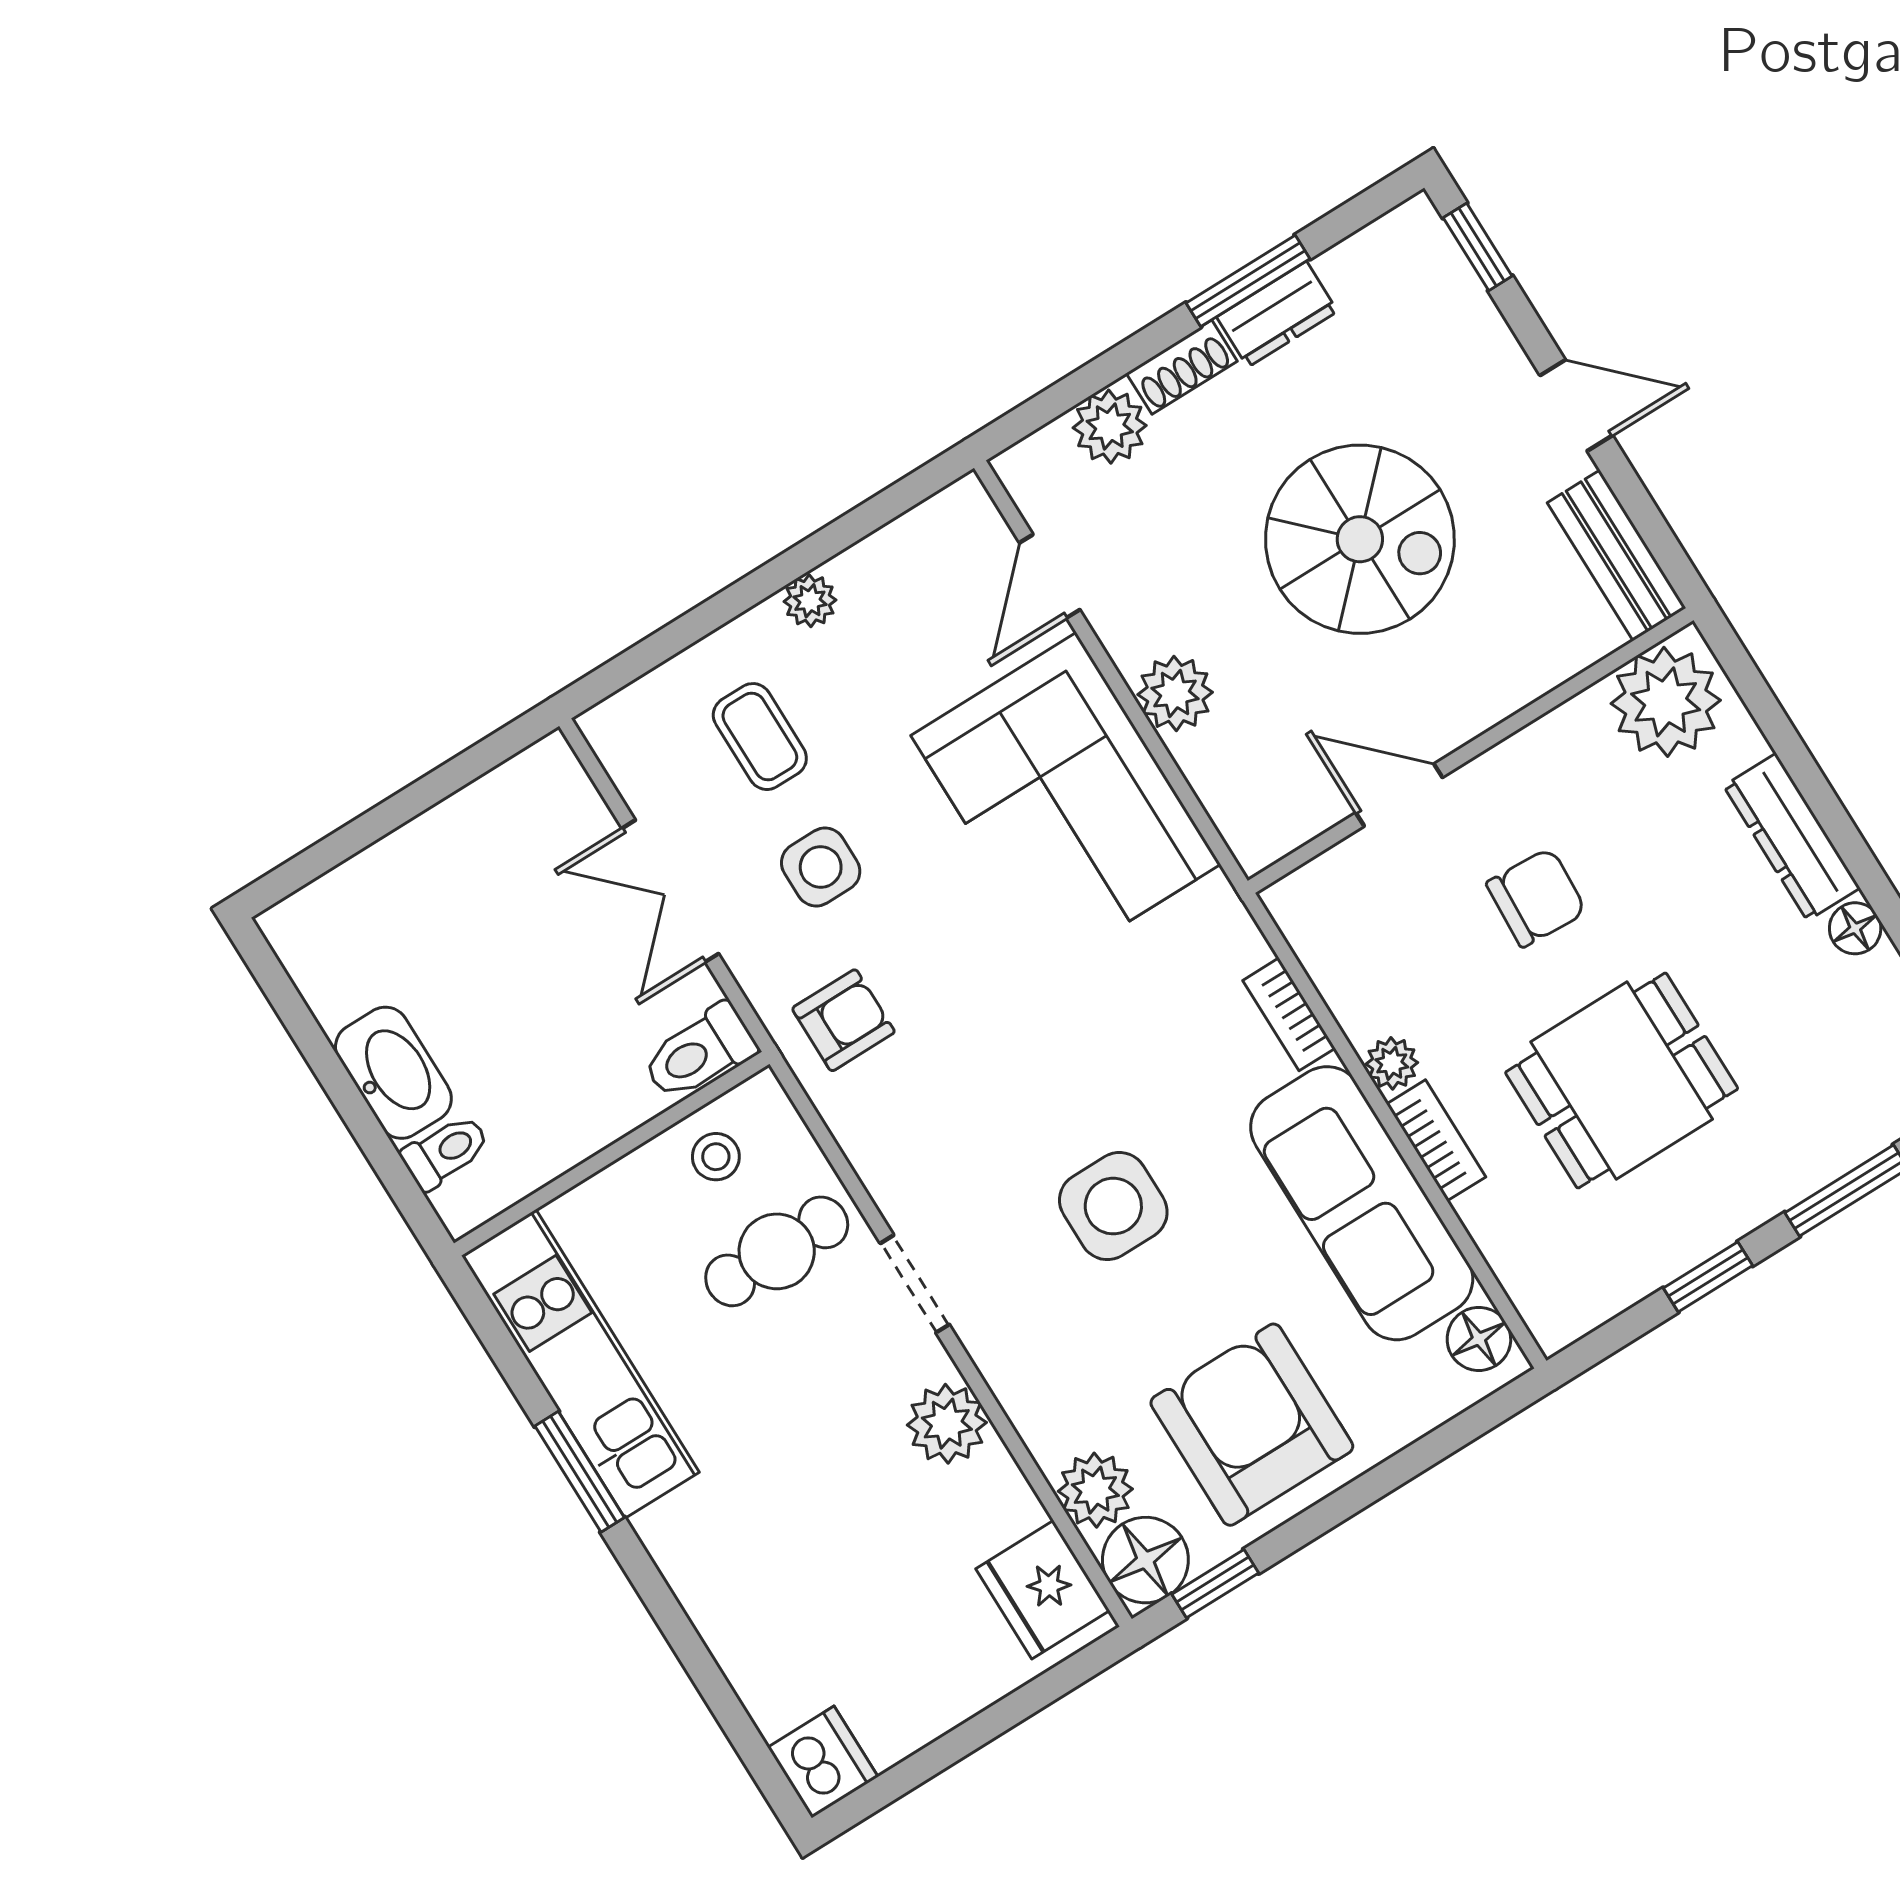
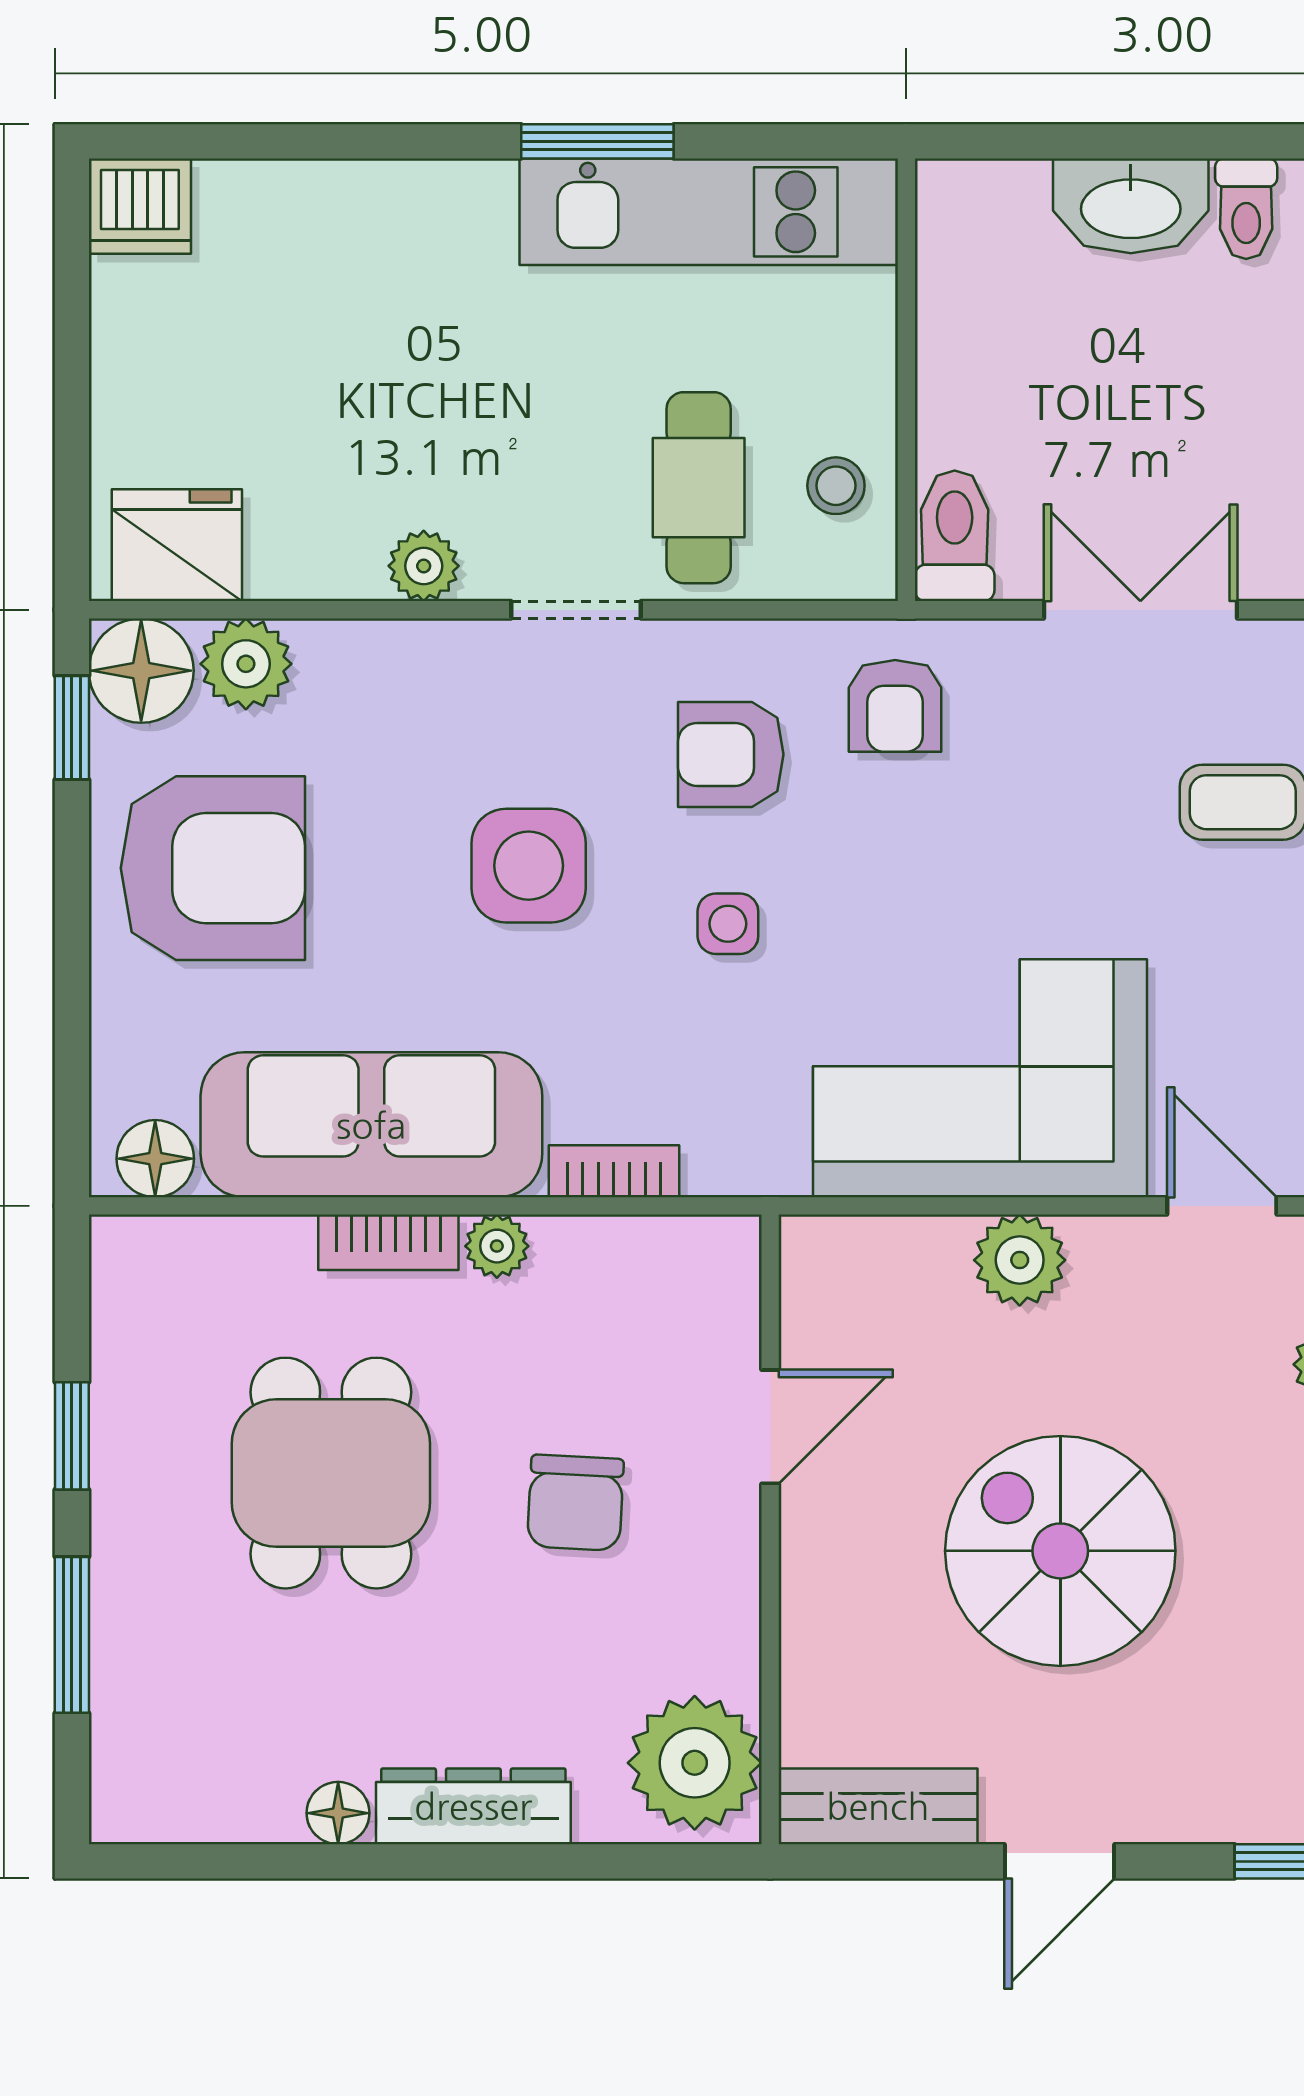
spiral stairs: (1360, 539) -> (1060, 1551), turned 90
side table: (821, 867) -> (728, 924), moved, width x0.73, depth x0.73
armchair: (948, 1113) -> (731, 754), added
toilet: (445, 1152) -> (1246, 209), moved
plant: (947, 1424) -> (424, 566), width x0.73, depth x0.73

